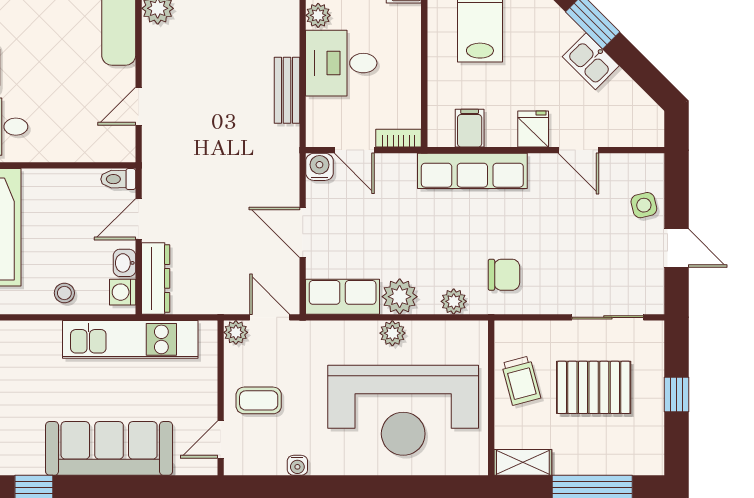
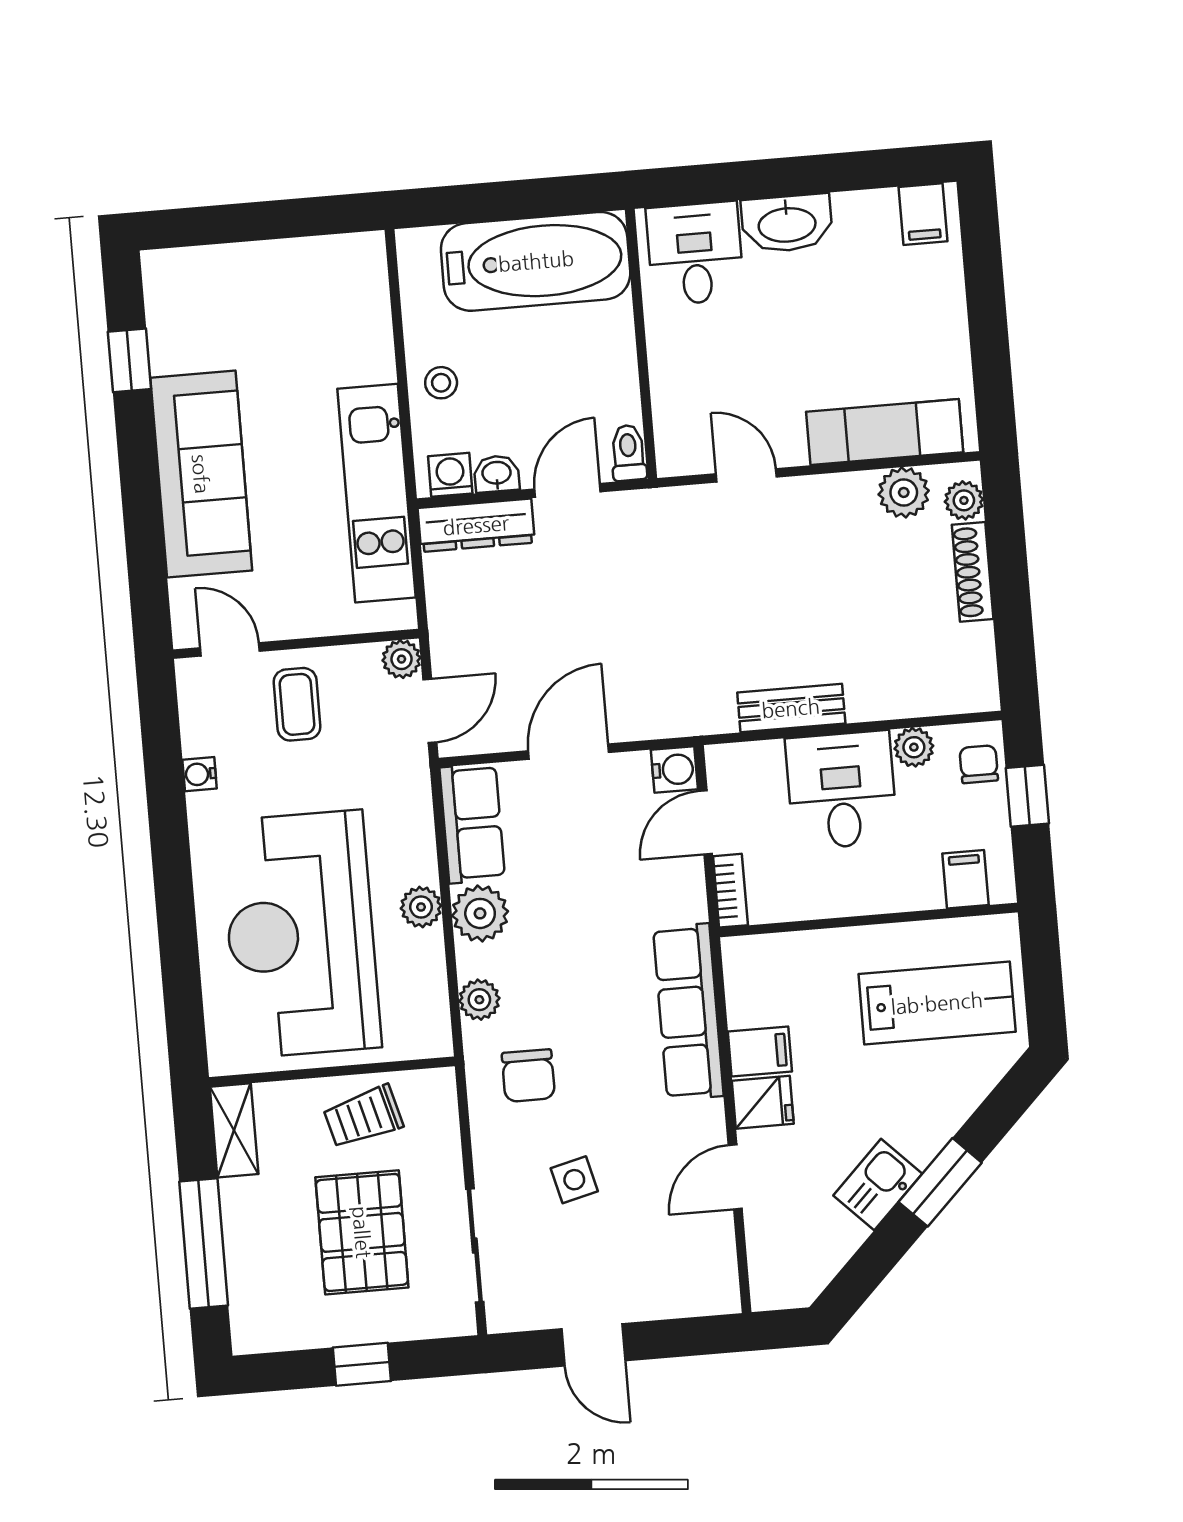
filing cabinet: (470, 128) -> (760, 1052), moved
side table: (644, 205) -> (574, 1180), moved
door: (139, 219) -> (568, 490), hinge flipped
door: (676, 248) -> (593, 1345), hinge flipped

